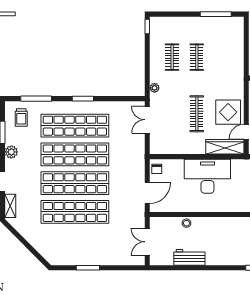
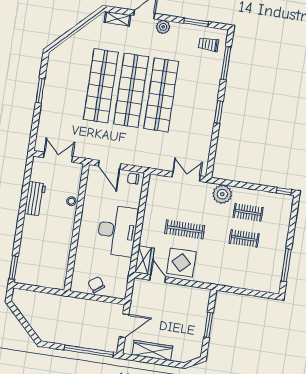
plant: (155, 88) -> (222, 194), width x1.88, depth x1.88
shop shelf: (75, 126) -> (191, 99), removed
wardrobe: (225, 147) -> (144, 260), width x0.67
plant: (11, 152) -> (163, 27), moved

